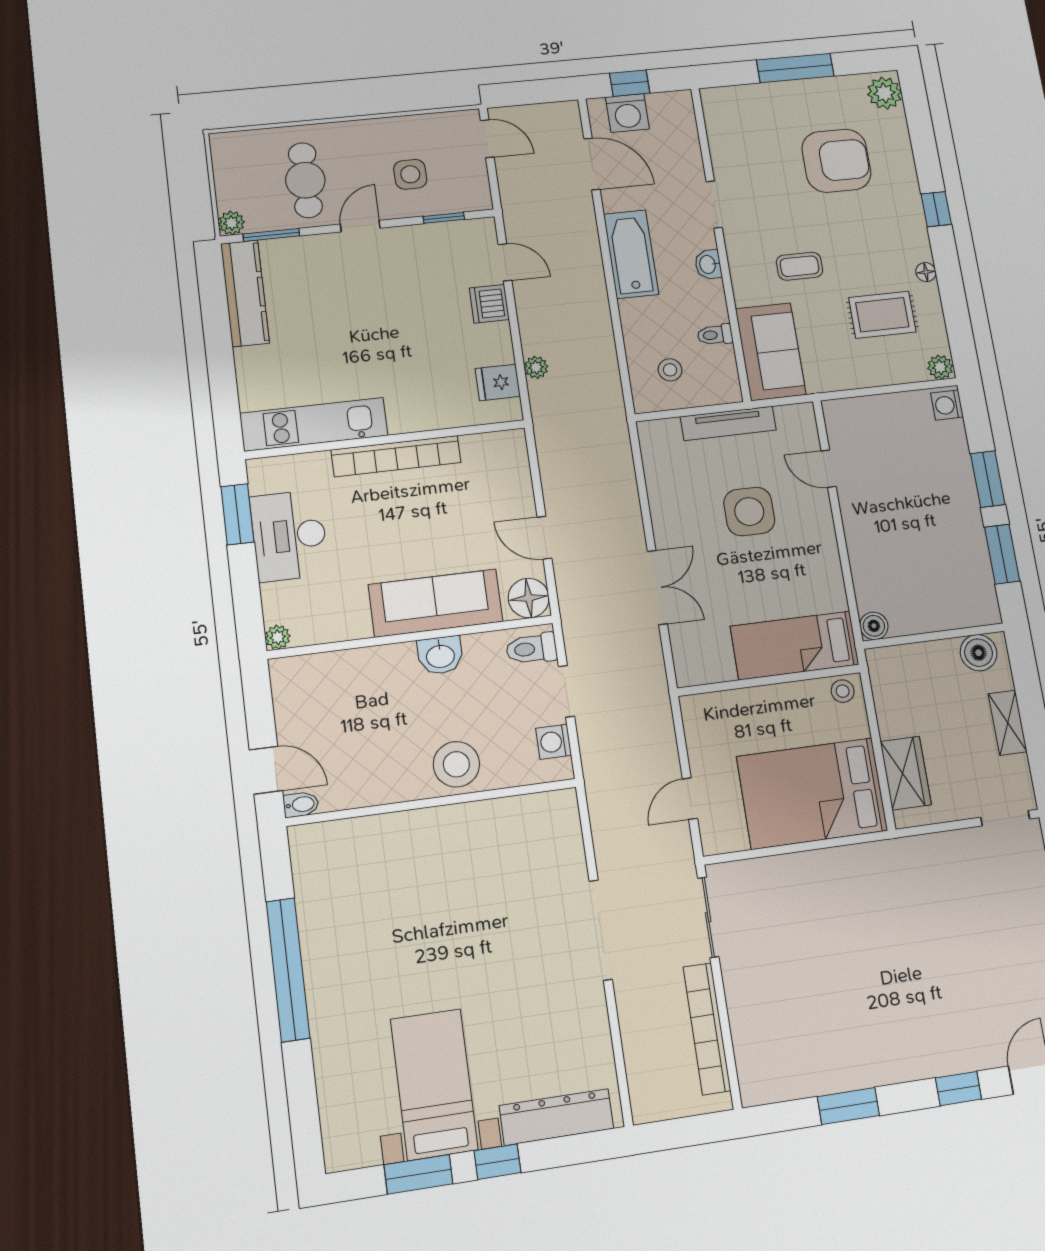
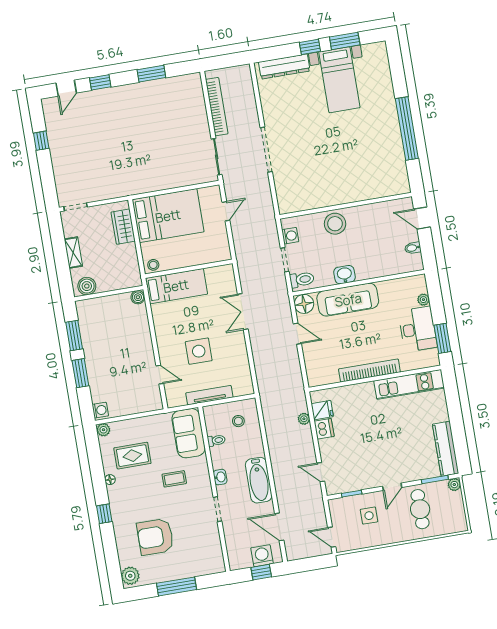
dishwasher: (489, 304) -> (324, 429), moved
plant: (278, 637) -> (423, 300), moved
bidet: (301, 804) -> (413, 248), moved

